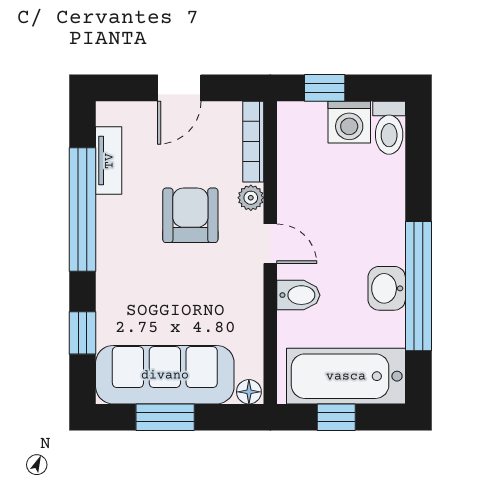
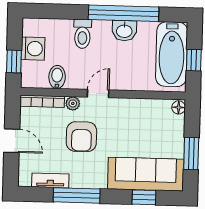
toilet: (389, 128) -> (82, 34), moved, turned 90
window: (82, 209) -> (77, 195), width x0.68
armchair: (190, 215) -> (81, 137), turned -90
bidet: (298, 295) -> (57, 77), moved
sofa: (165, 375) -> (146, 174), moved, turned 90

